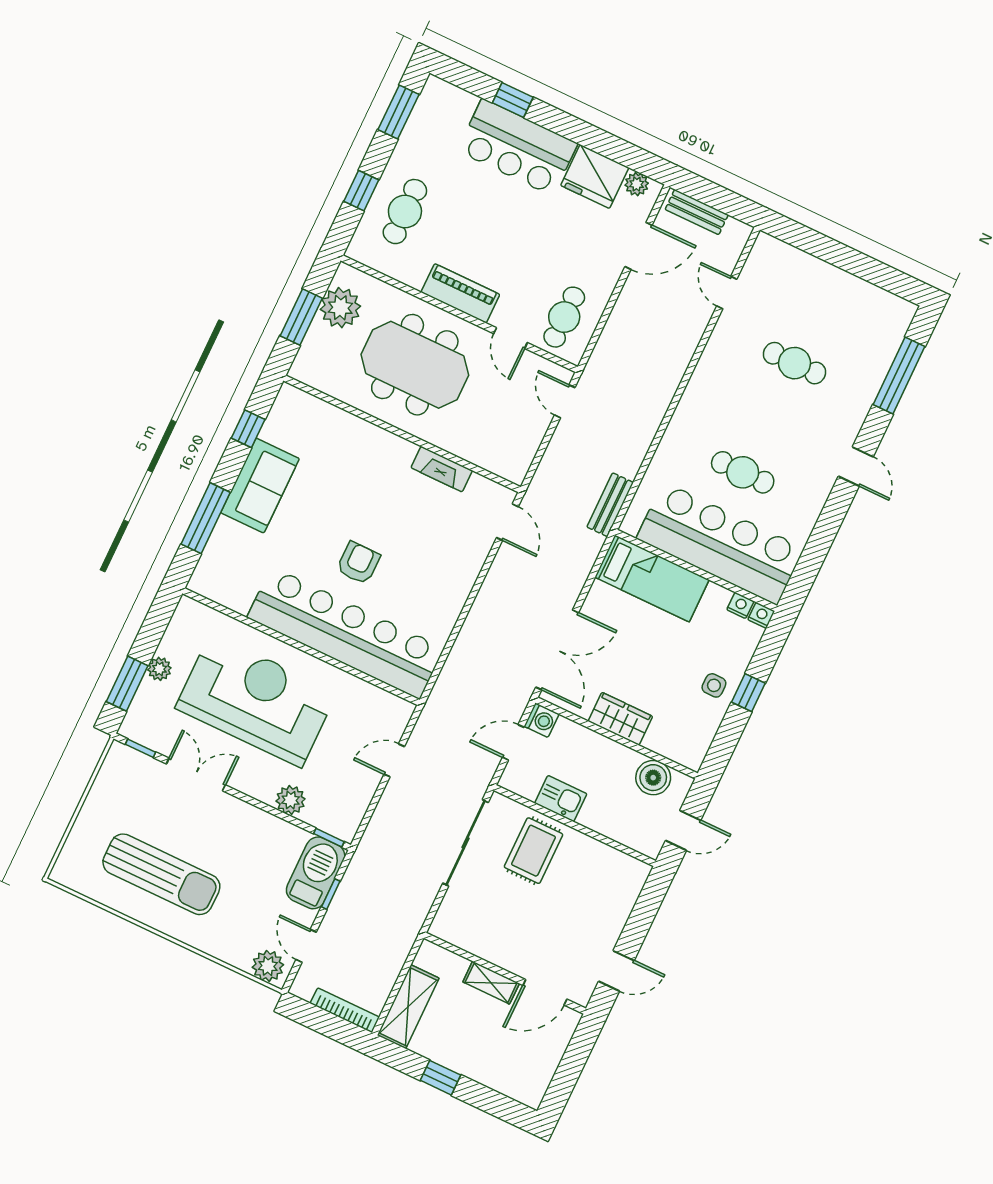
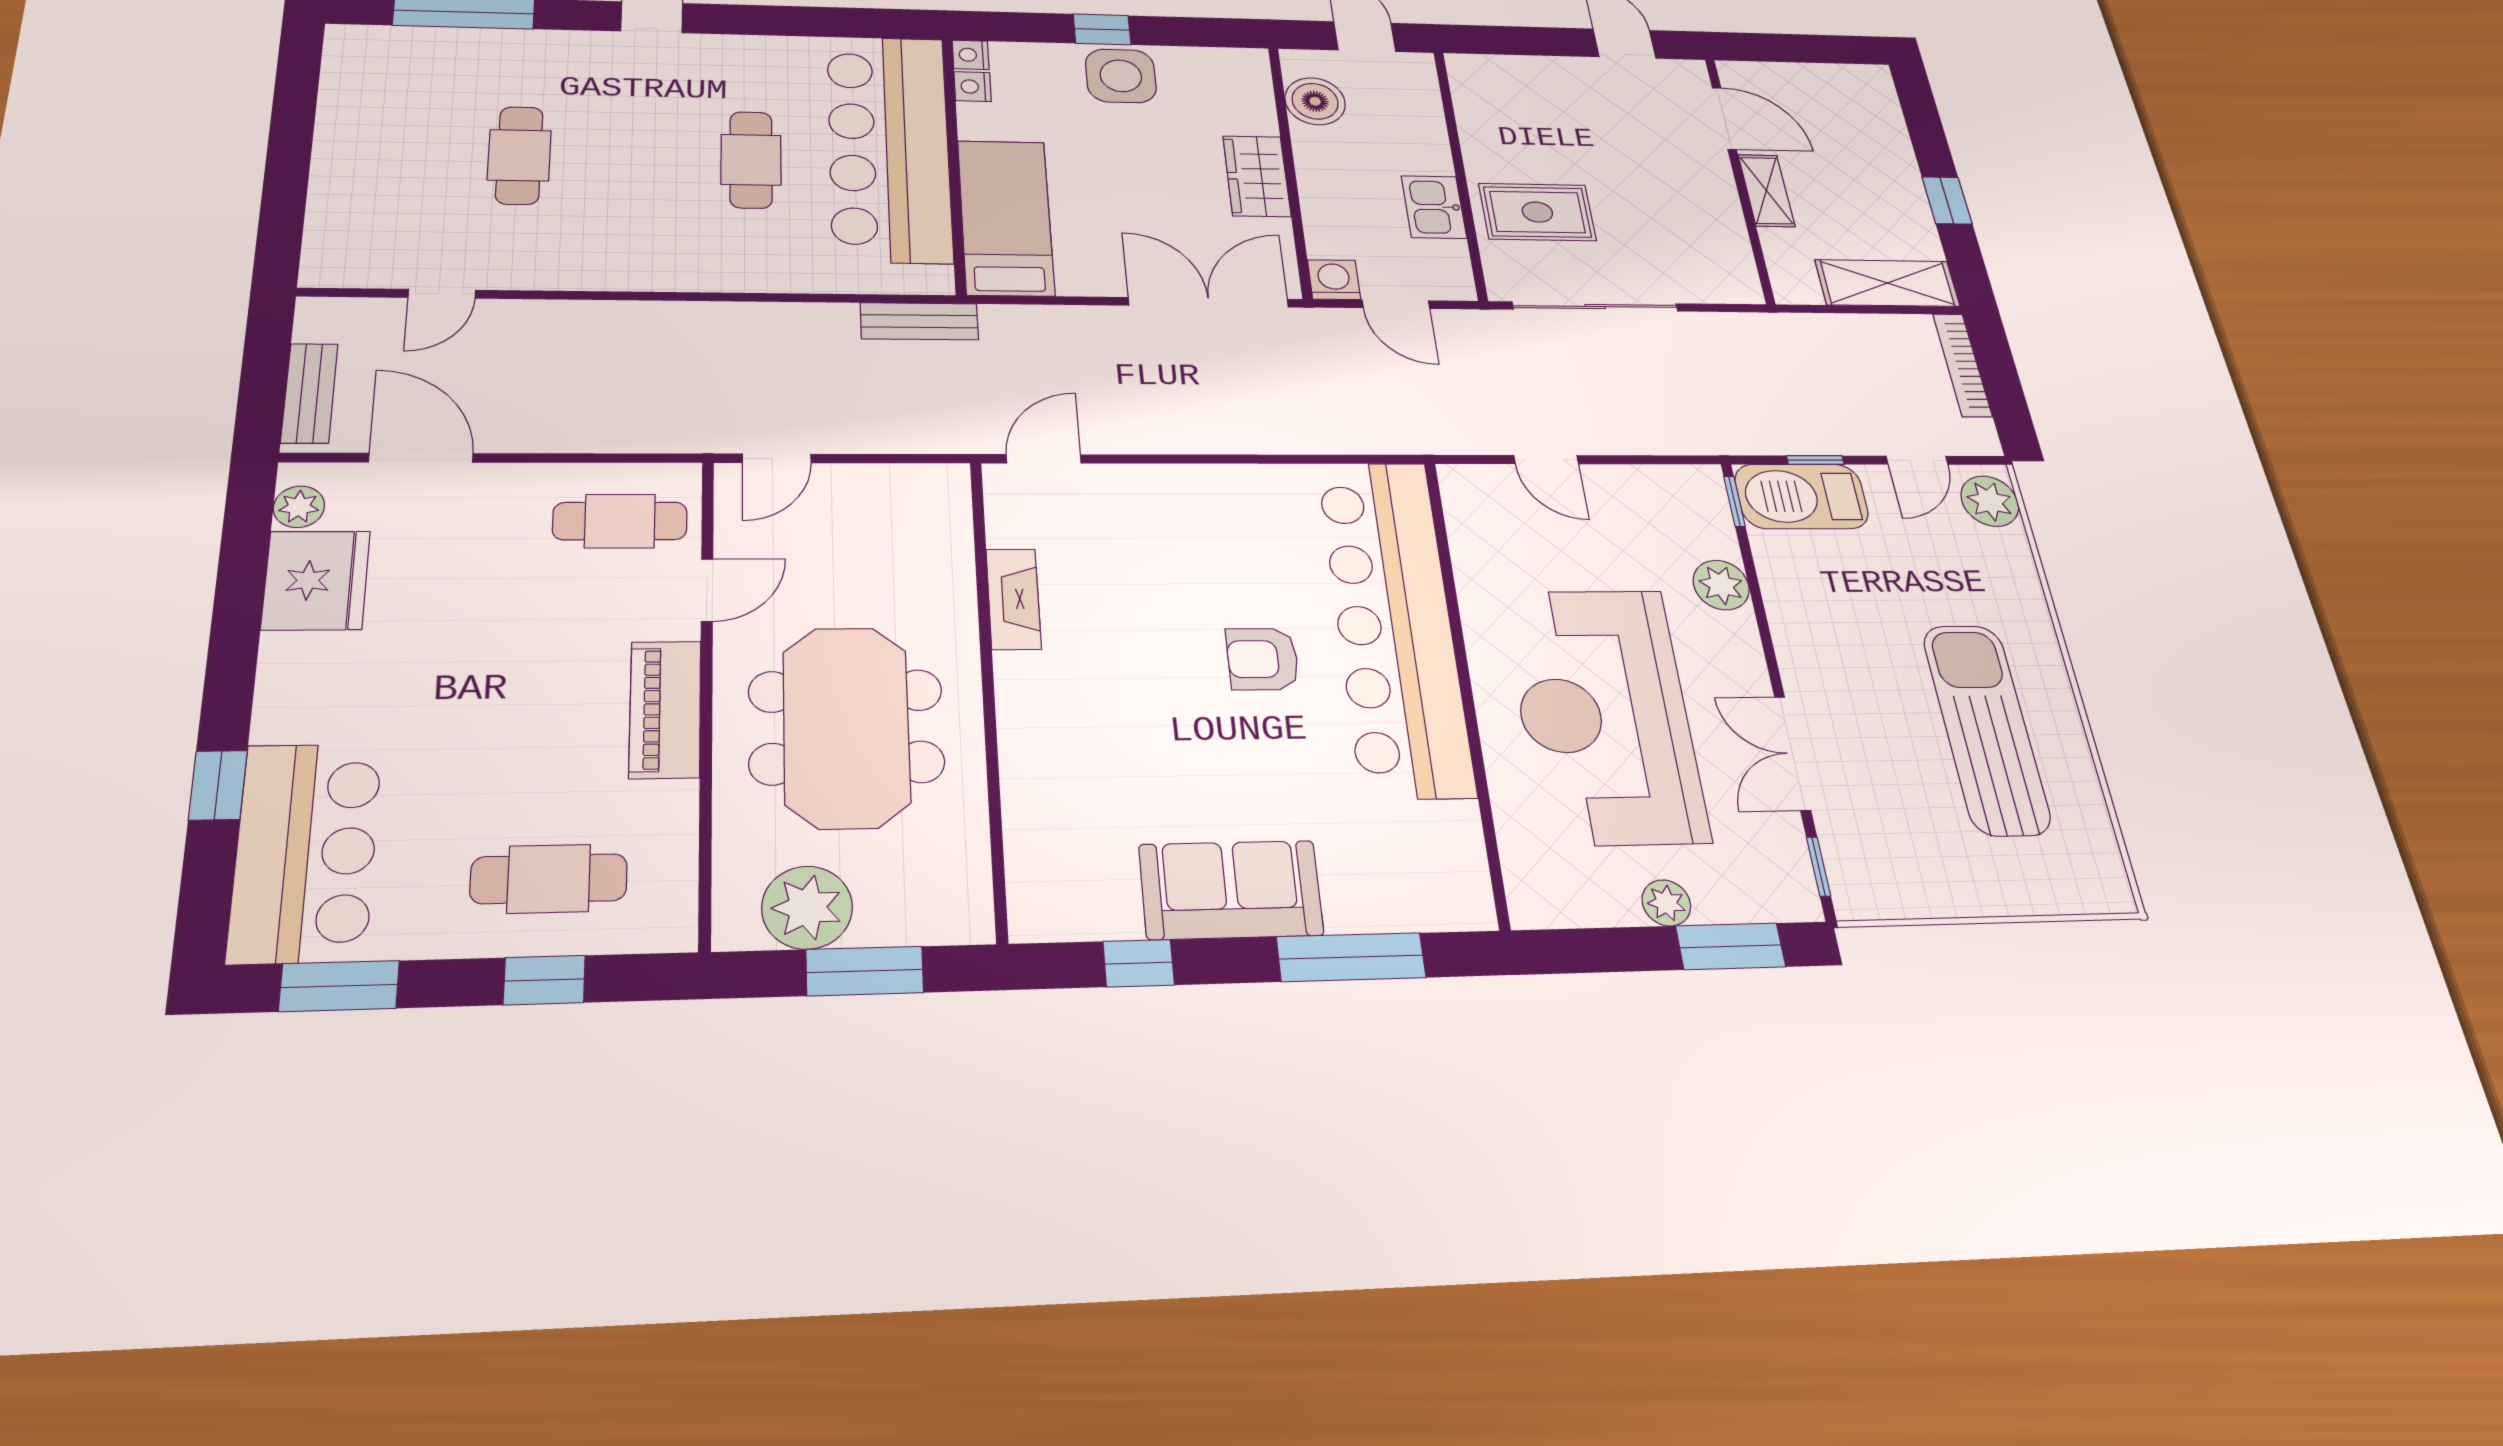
bar counter: (517, 147) -> (306, 852), moved
side table: (714, 685) -> (1121, 76), width x1.87, depth x1.87

